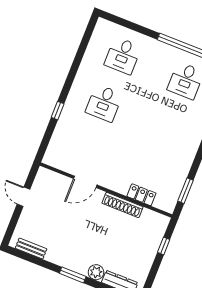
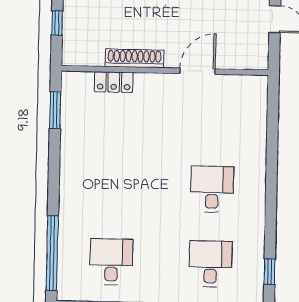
window: (58, 111) -> (270, 272), moved

